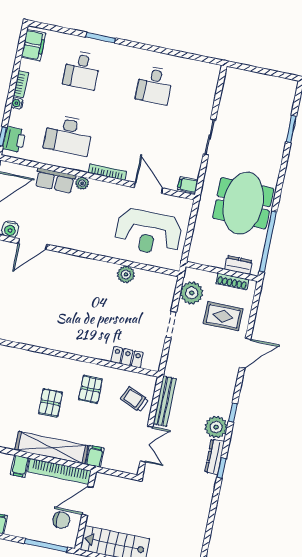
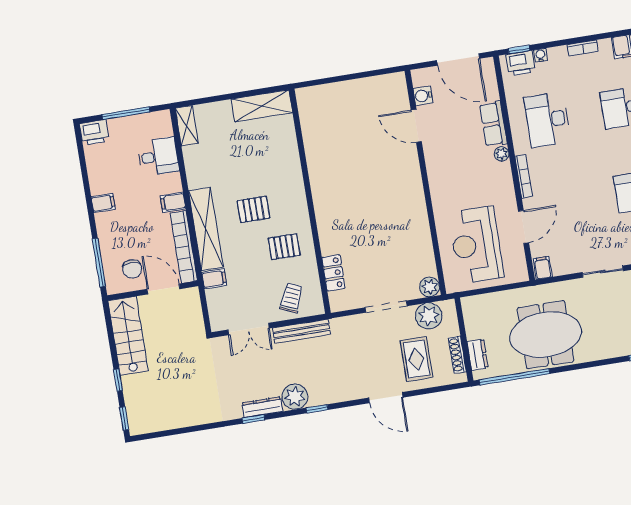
water cooler: (17, 103) -> (540, 55), moved
plant: (126, 274) -> (430, 287), moved
doorway: (171, 325) -> (386, 307), width x1.38

